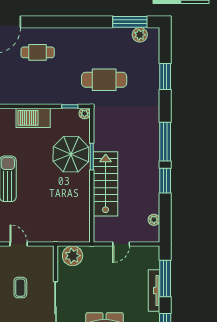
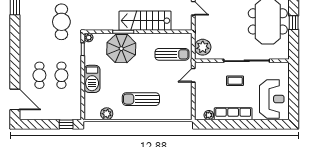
cafe table: (38, 80) -> (61, 75), added
sun lounger: (64, 218) -> (172, 54), added
door: (19, 244) -> (193, 75), moved
coffee table: (20, 288) -> (235, 81), moved

